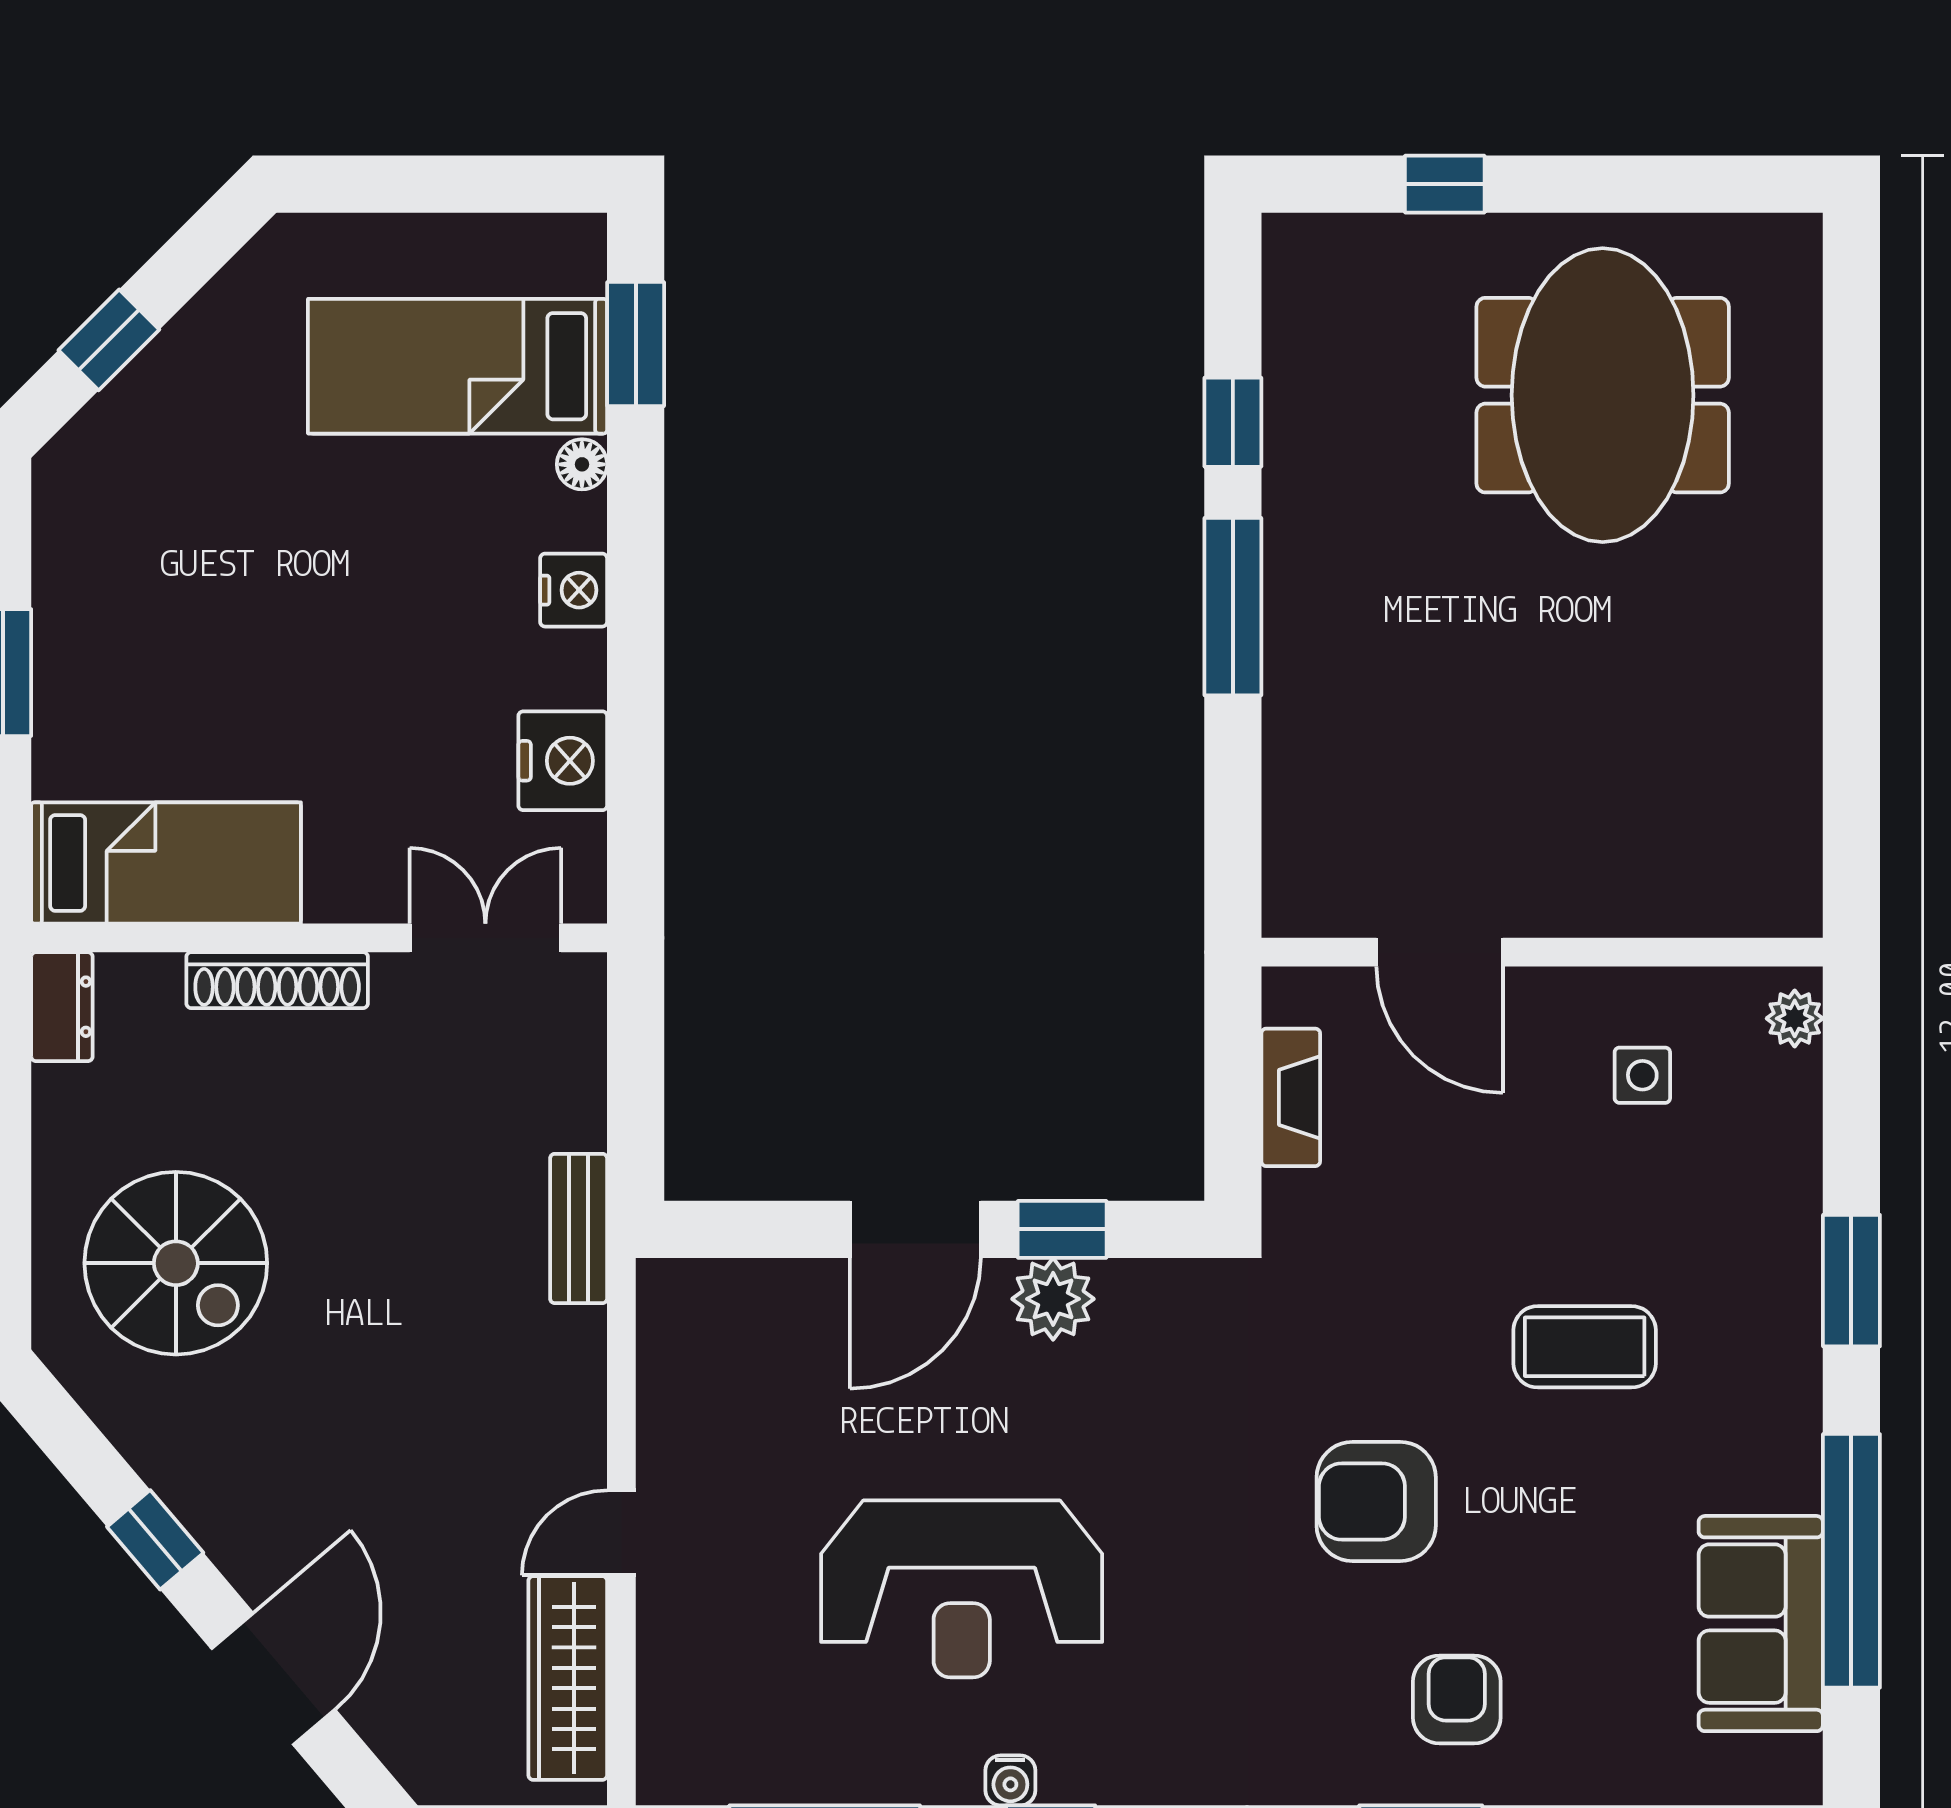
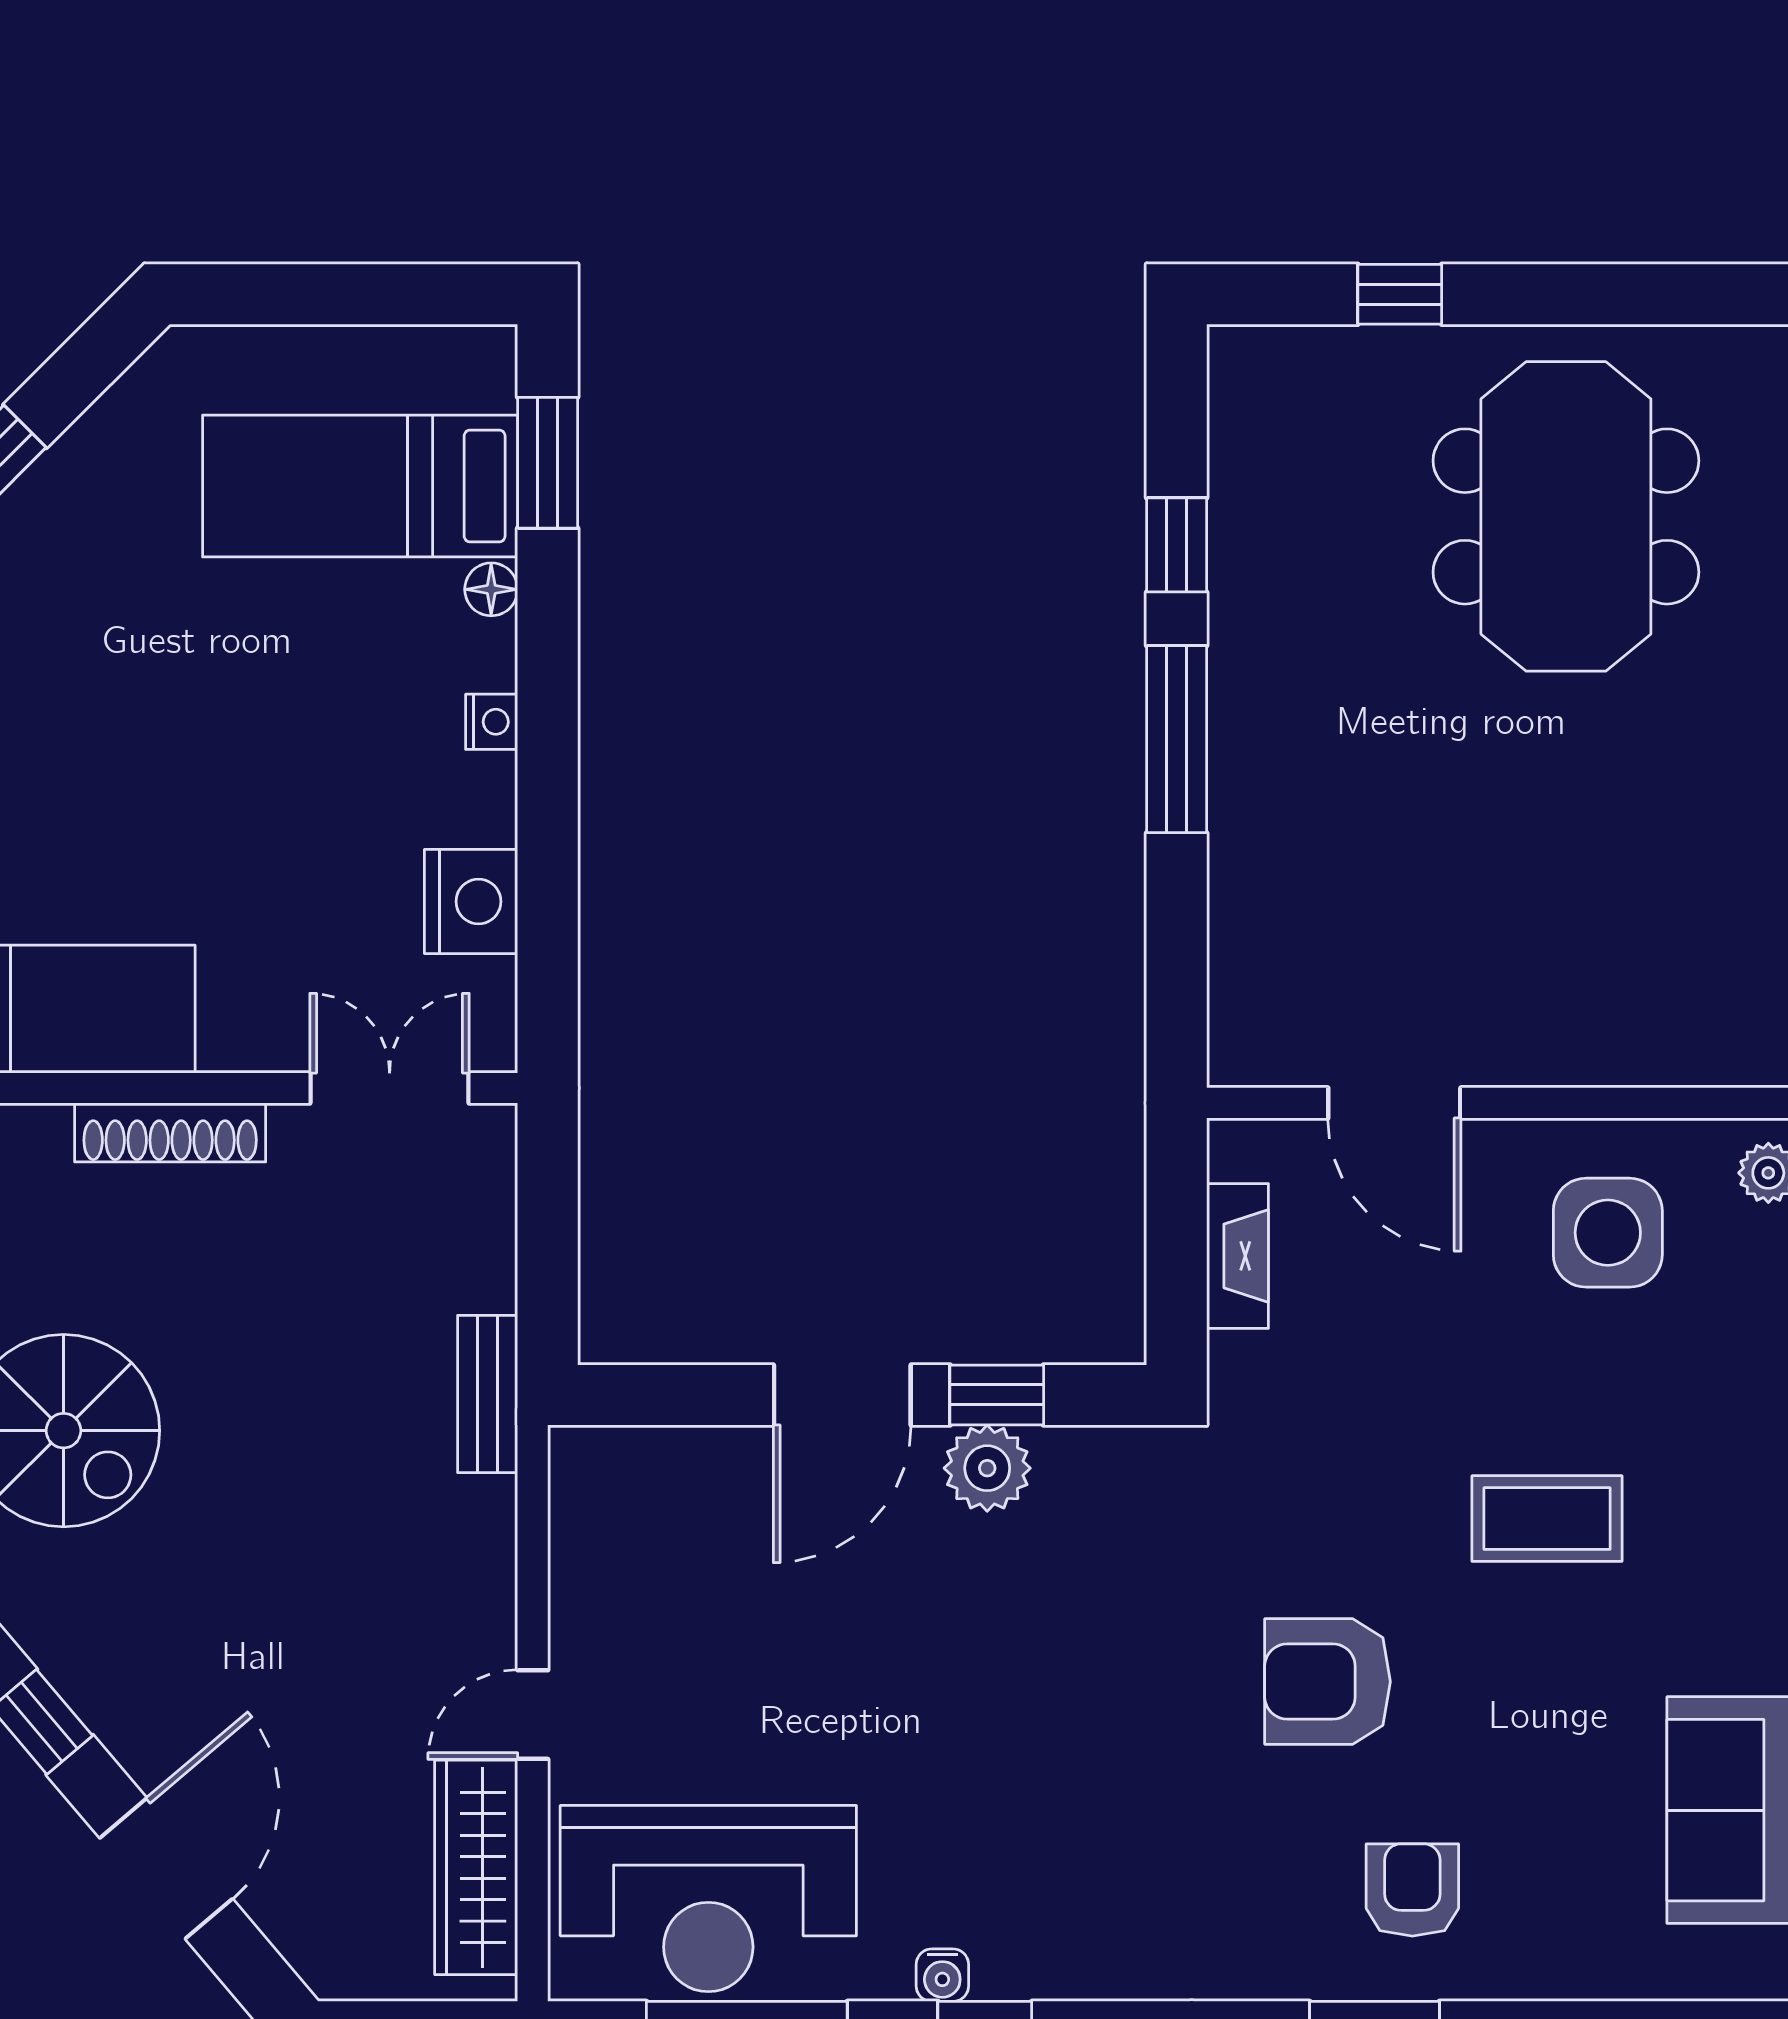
nightstand: (574, 590) -> (492, 722), width x0.72, depth x0.74
side table: (1642, 1075) -> (1608, 1233), width x1.87, depth x1.87
reception desk: (962, 1589) -> (708, 1899), moved

